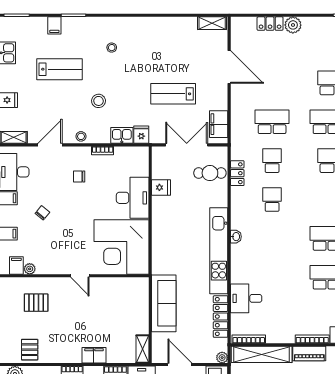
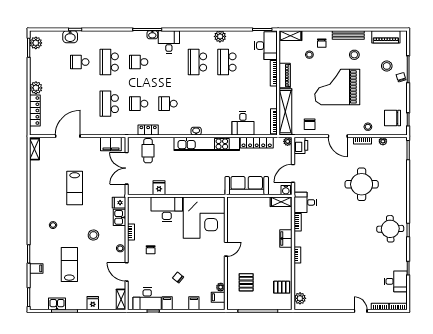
locker: (270, 24) -> (35, 111), width x1.53
lab bench: (173, 94) -> (75, 188), moved
water cooler: (158, 355) -> (286, 190), added

